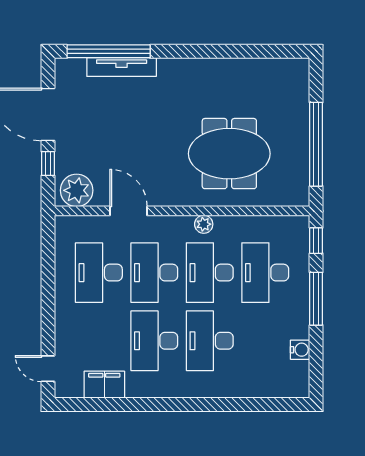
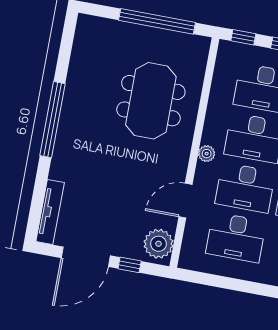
window: (109, 51) -> (53, 120), moved
tv unit: (122, 67) -> (50, 212), moved
plant: (204, 224) -> (207, 154), moved

